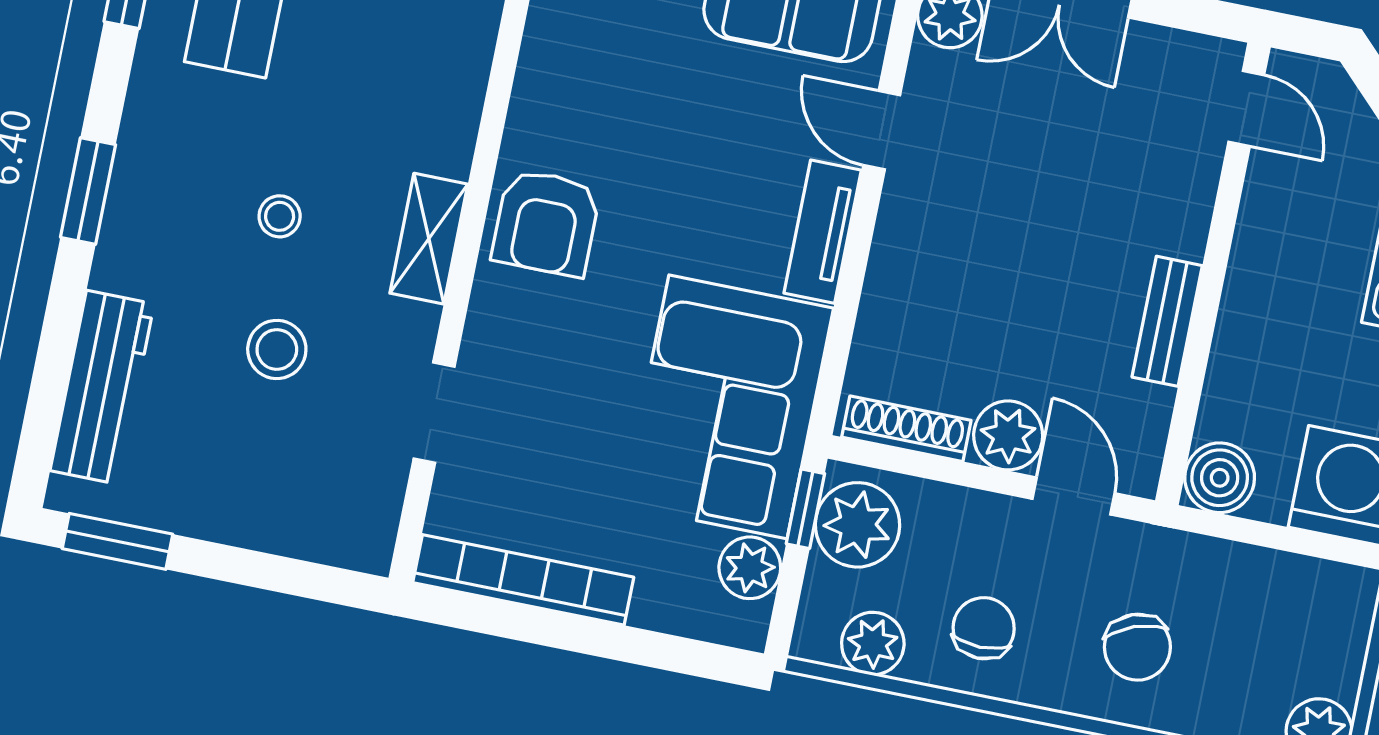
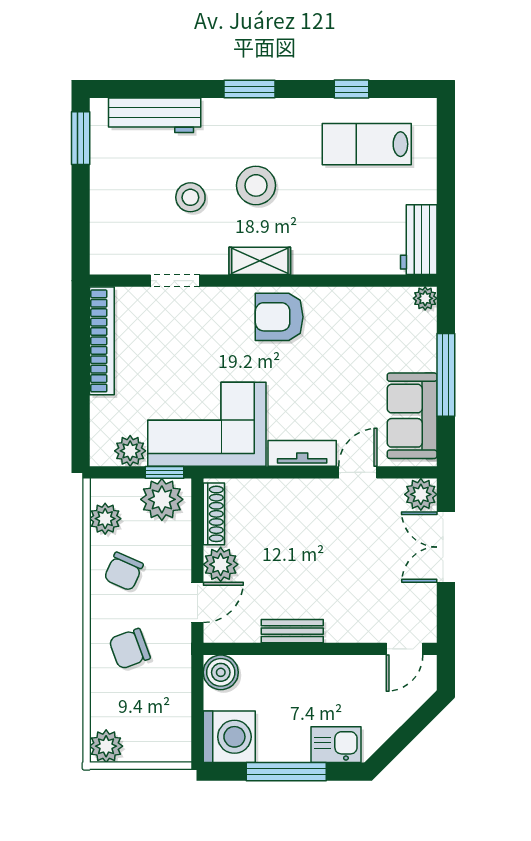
stool: (280, 216) -> (256, 185), width x1.89, depth x1.89
chair: (984, 628) -> (124, 571), turned 114

